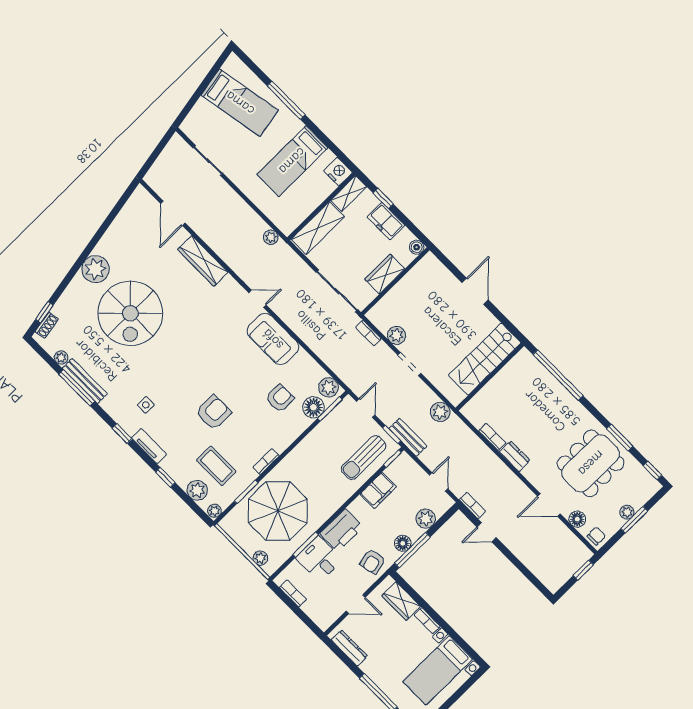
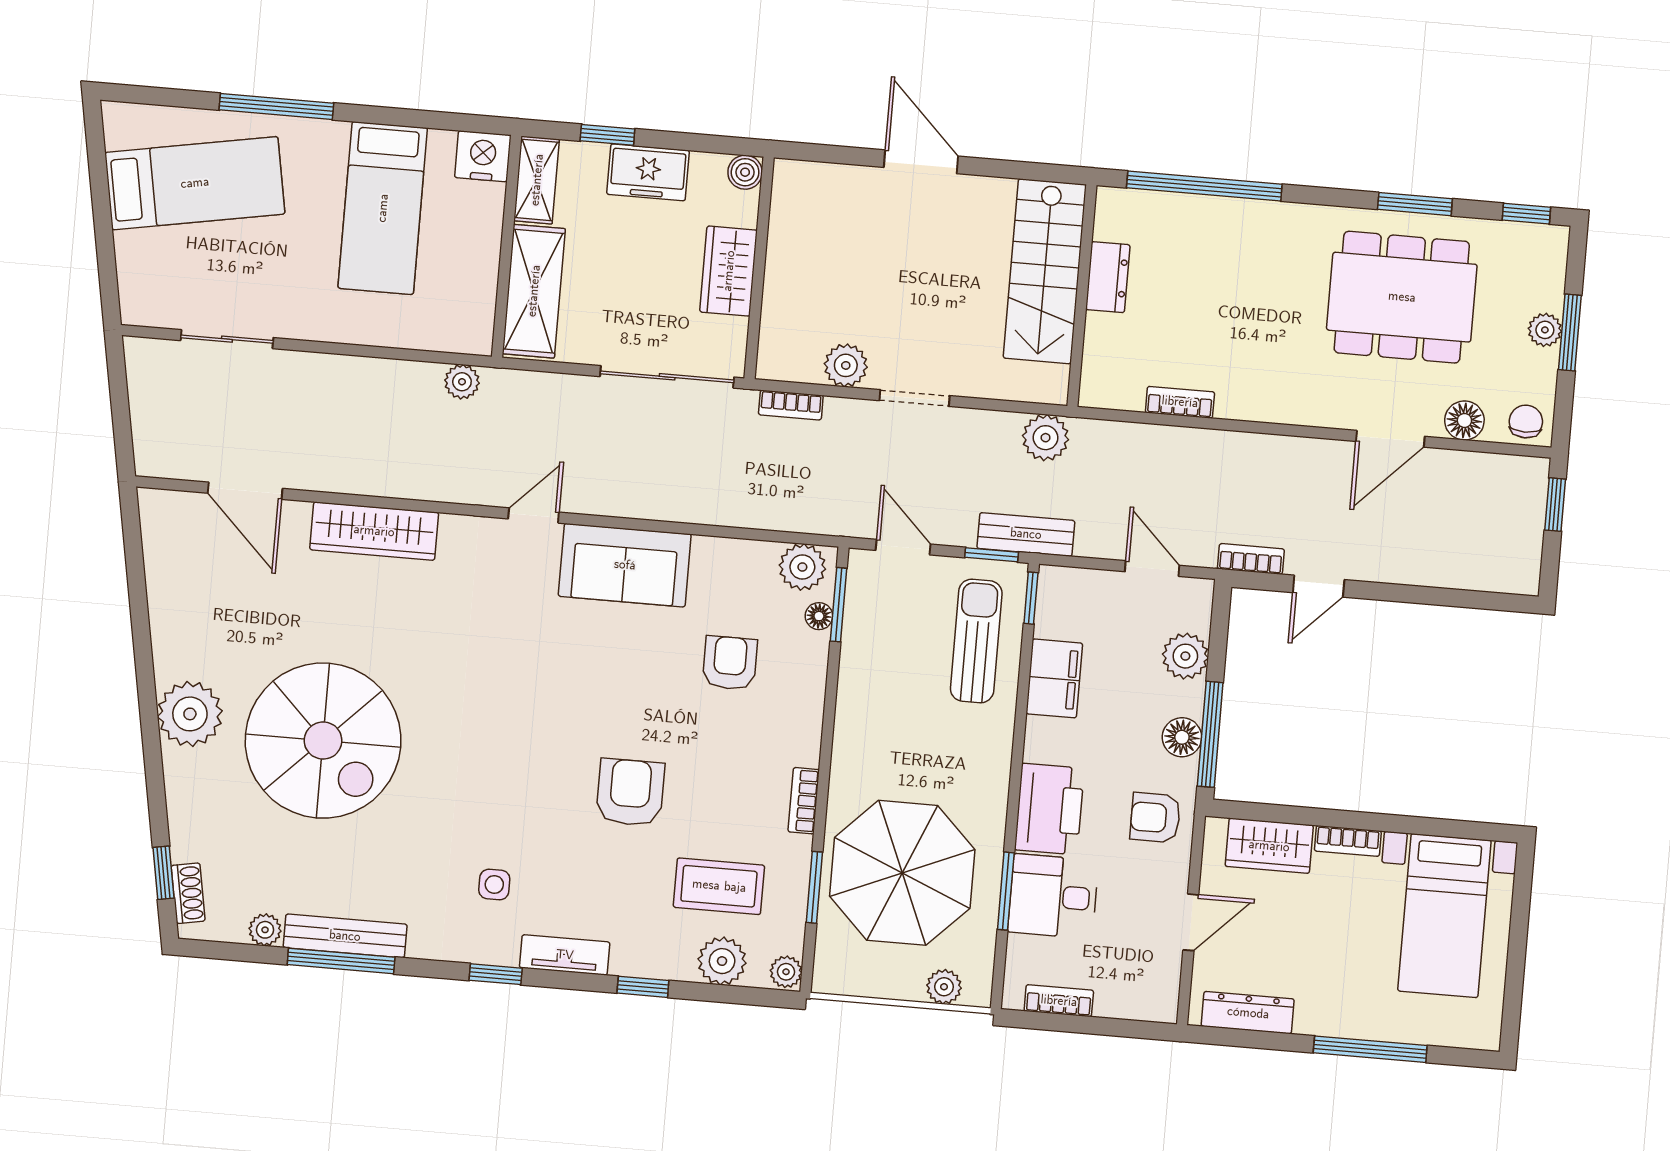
floor lamp: (313, 407) -> (819, 616), width x0.53, depth x0.53
dresser: (515, 456) -> (1108, 277), moved, turned 90
sun lounger: (364, 458) -> (976, 641), turned 180
dining table: (591, 463) -> (1402, 297), turned 90
armchair: (373, 562) -> (1155, 818), turned 103

